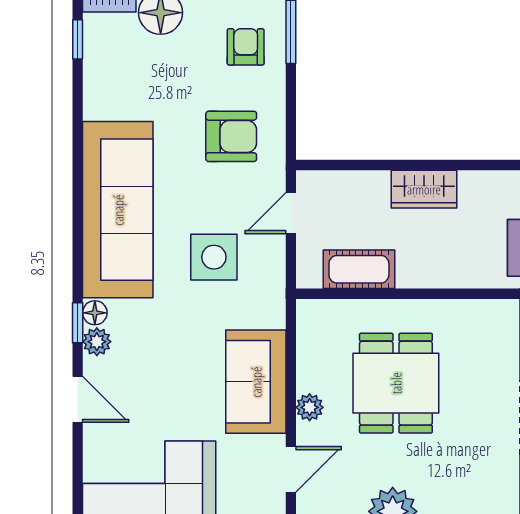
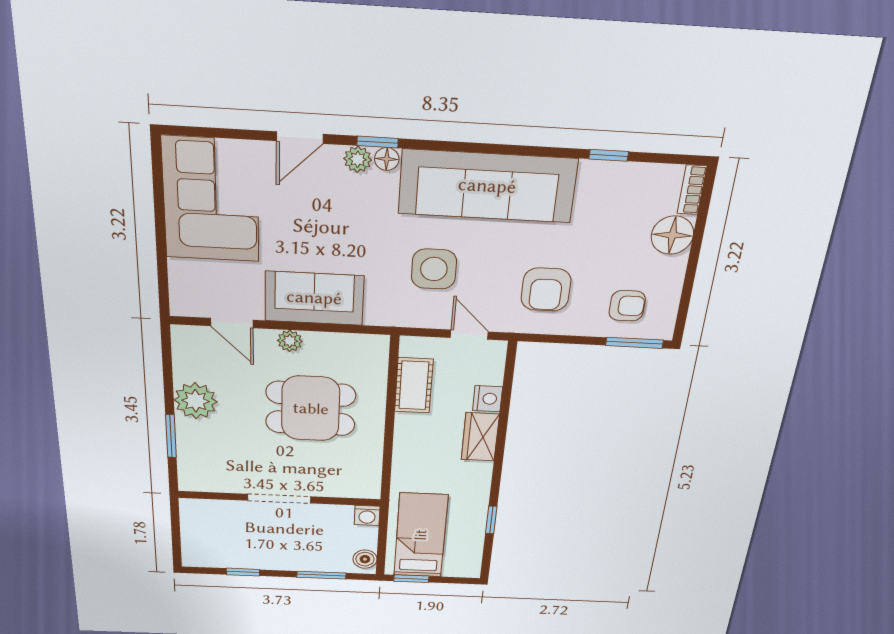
window: (78, 39) -> (609, 155), moved
nightstand: (372, 186) -> (488, 399), added

